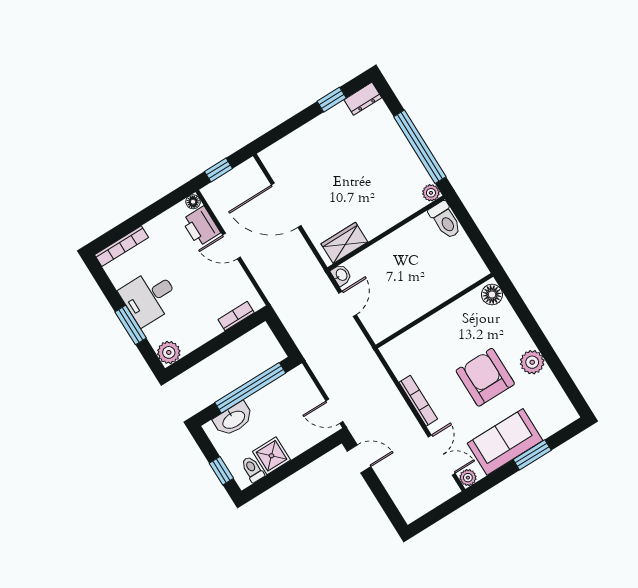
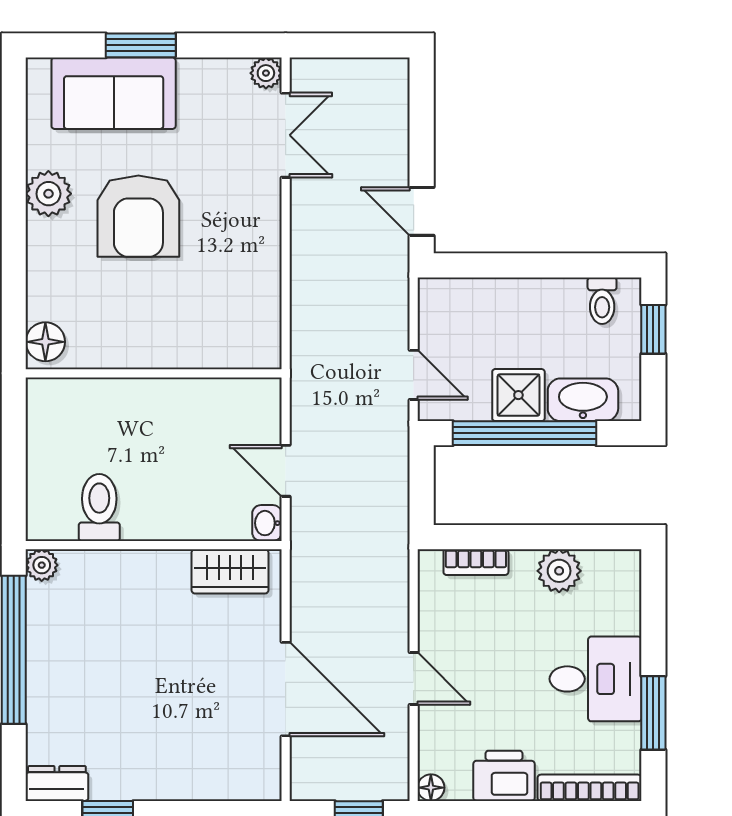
toilet: (445, 220) -> (99, 508), moved
printer: (201, 226) -> (504, 776), moved, turned -90
door: (348, 304) -> (286, 471), hinge flipped
window: (131, 325) -> (653, 713), moved
plant: (169, 352) -> (559, 571), moved
bookcase: (418, 401) -> (269, 245), removed
door: (334, 411) -> (414, 375), moved
sofa: (505, 442) -> (114, 93), moved
double door: (442, 455) -> (286, 135), swing flipped
shower: (271, 456) -> (518, 395), moved

